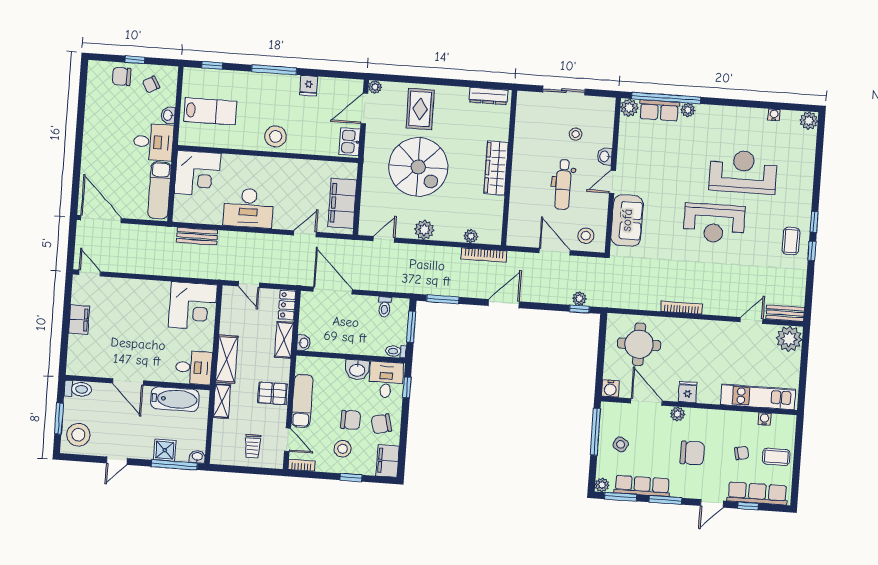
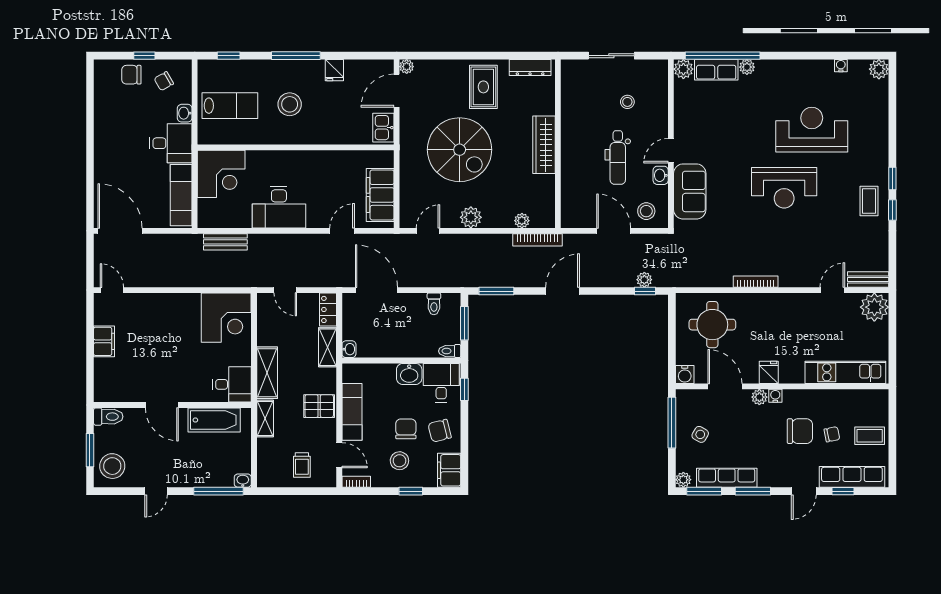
rug: (420, 109) -> (483, 87), moved
stool: (276, 136) -> (290, 104), moved
washbasin: (605, 156) -> (661, 175), moved
water cooler: (764, 419) -> (775, 396), moved
chair: (351, 420) -> (406, 429), turned -90
shower: (165, 450) -> (207, 476), removed
chair: (692, 453) -> (800, 431), moved

